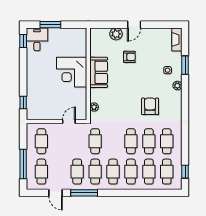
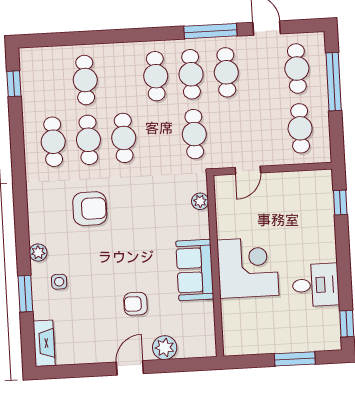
desk: (37, 39) -> (316, 285), moved, turned -90
armchair: (150, 106) -> (90, 209), turned -90
cafe table: (131, 172) -> (120, 78), removed
cafe table: (167, 172) -> (50, 82), removed

